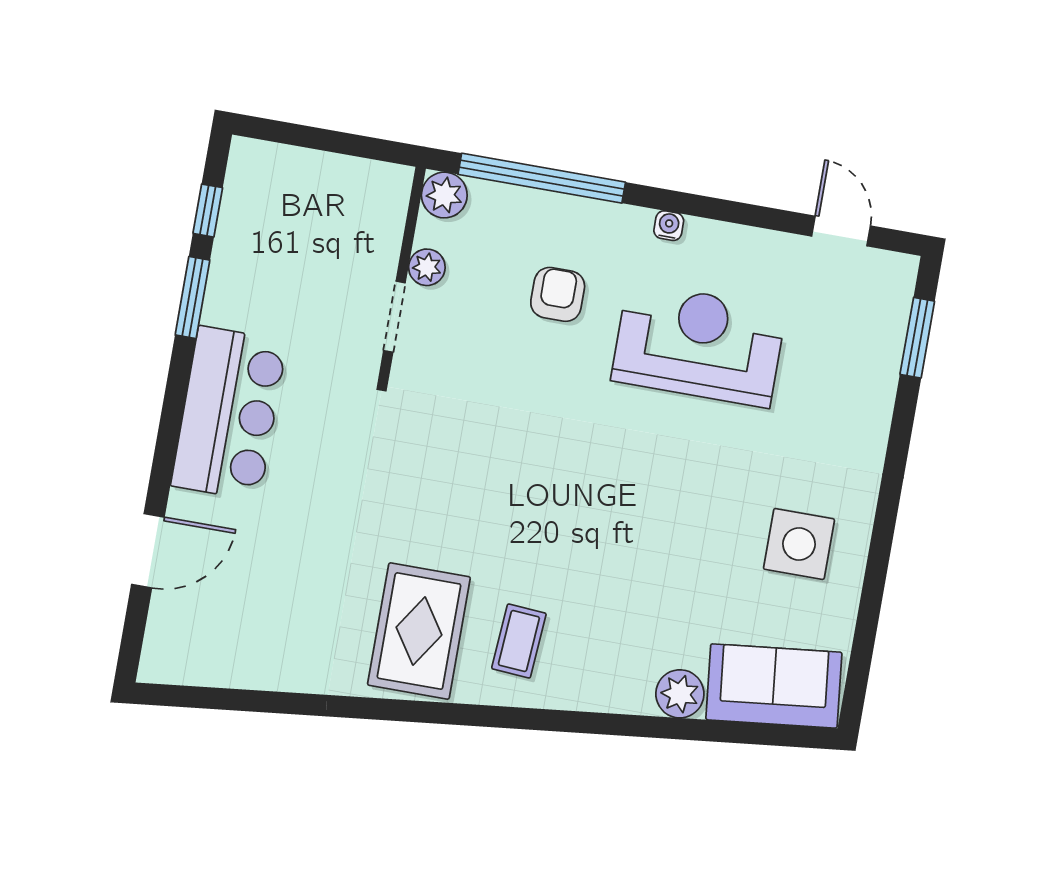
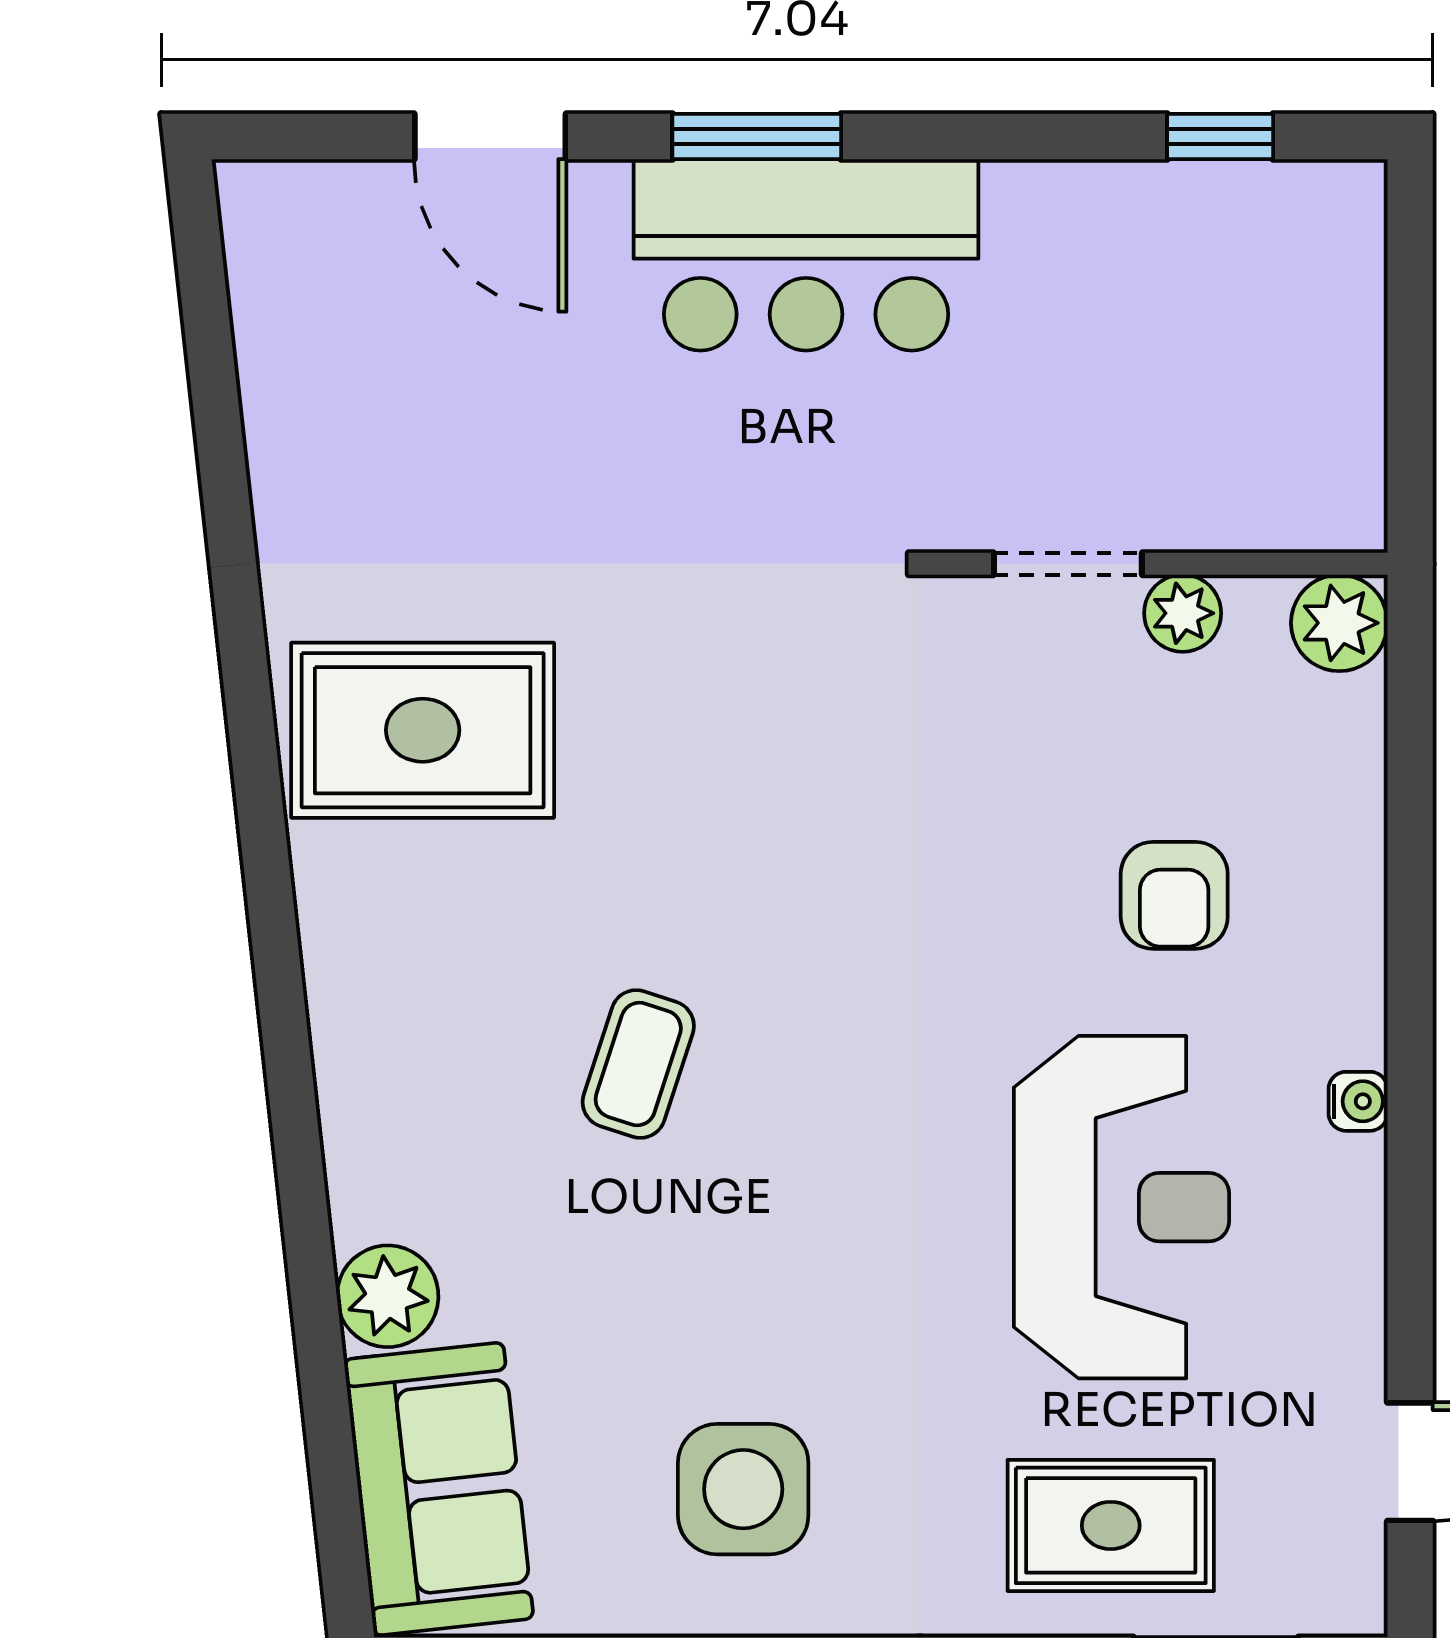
window: (542, 178) -> (1410, 820), removed
armchair: (558, 294) -> (1174, 895), turned 90
window: (192, 297) -> (757, 137), moved
rug: (846, 376) -> (1111, 1525), added
coffee table: (519, 641) -> (638, 1064), moved, turned -76

